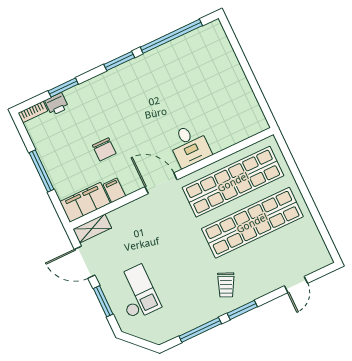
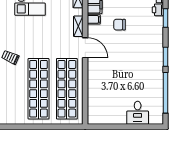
desk: (189, 145) -> (138, 113), moved, turned -90
door: (161, 183) -> (85, 48), hinge flipped
shelving: (135, 208) -> (78, 26), added

